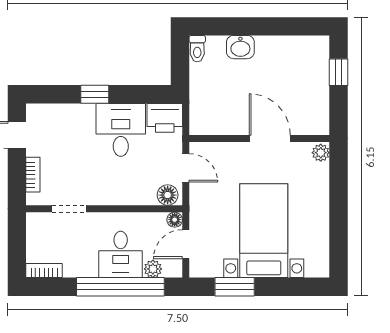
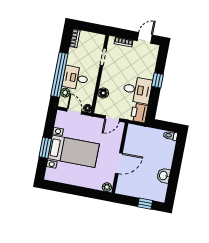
washbasin: (240, 47) -> (164, 176), moved
floor lamp: (168, 195) -> (103, 93), moved
window: (235, 287) -> (45, 148), moved

